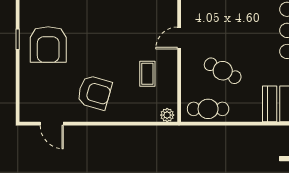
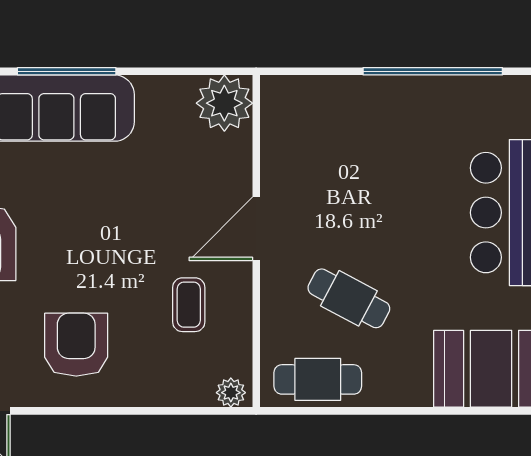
door: (179, 38) -> (256, 229), width x1.38
armchair: (94, 93) -> (76, 345), turned -106

